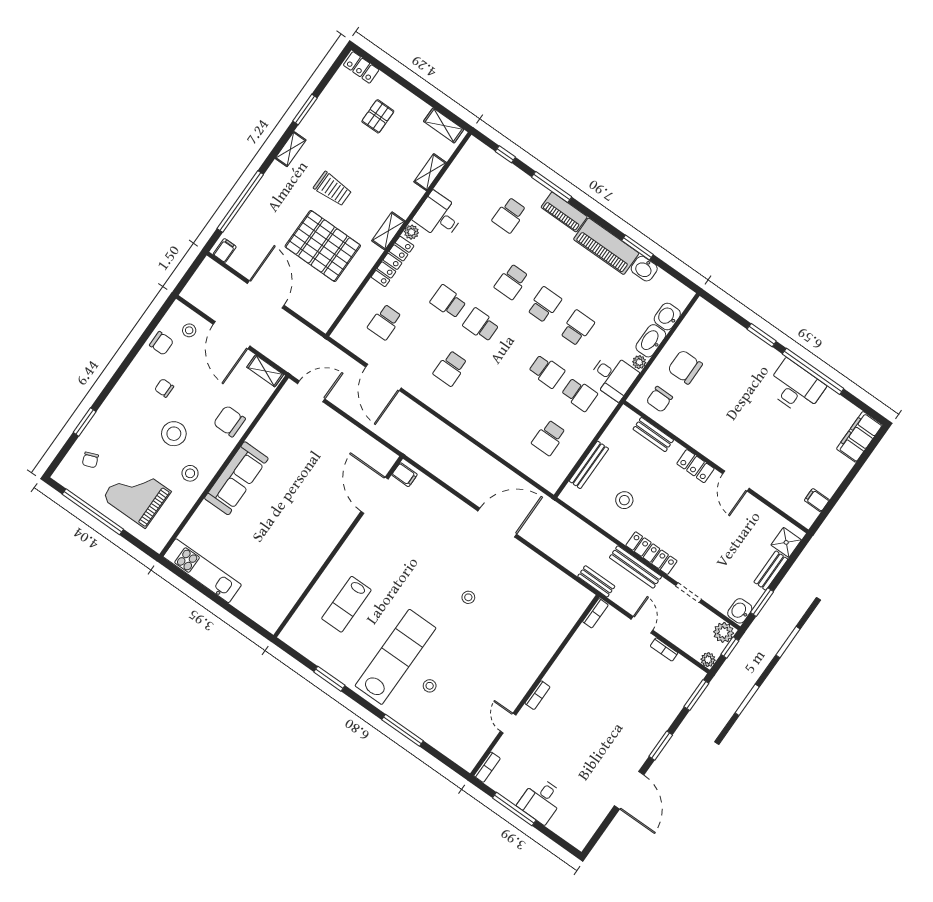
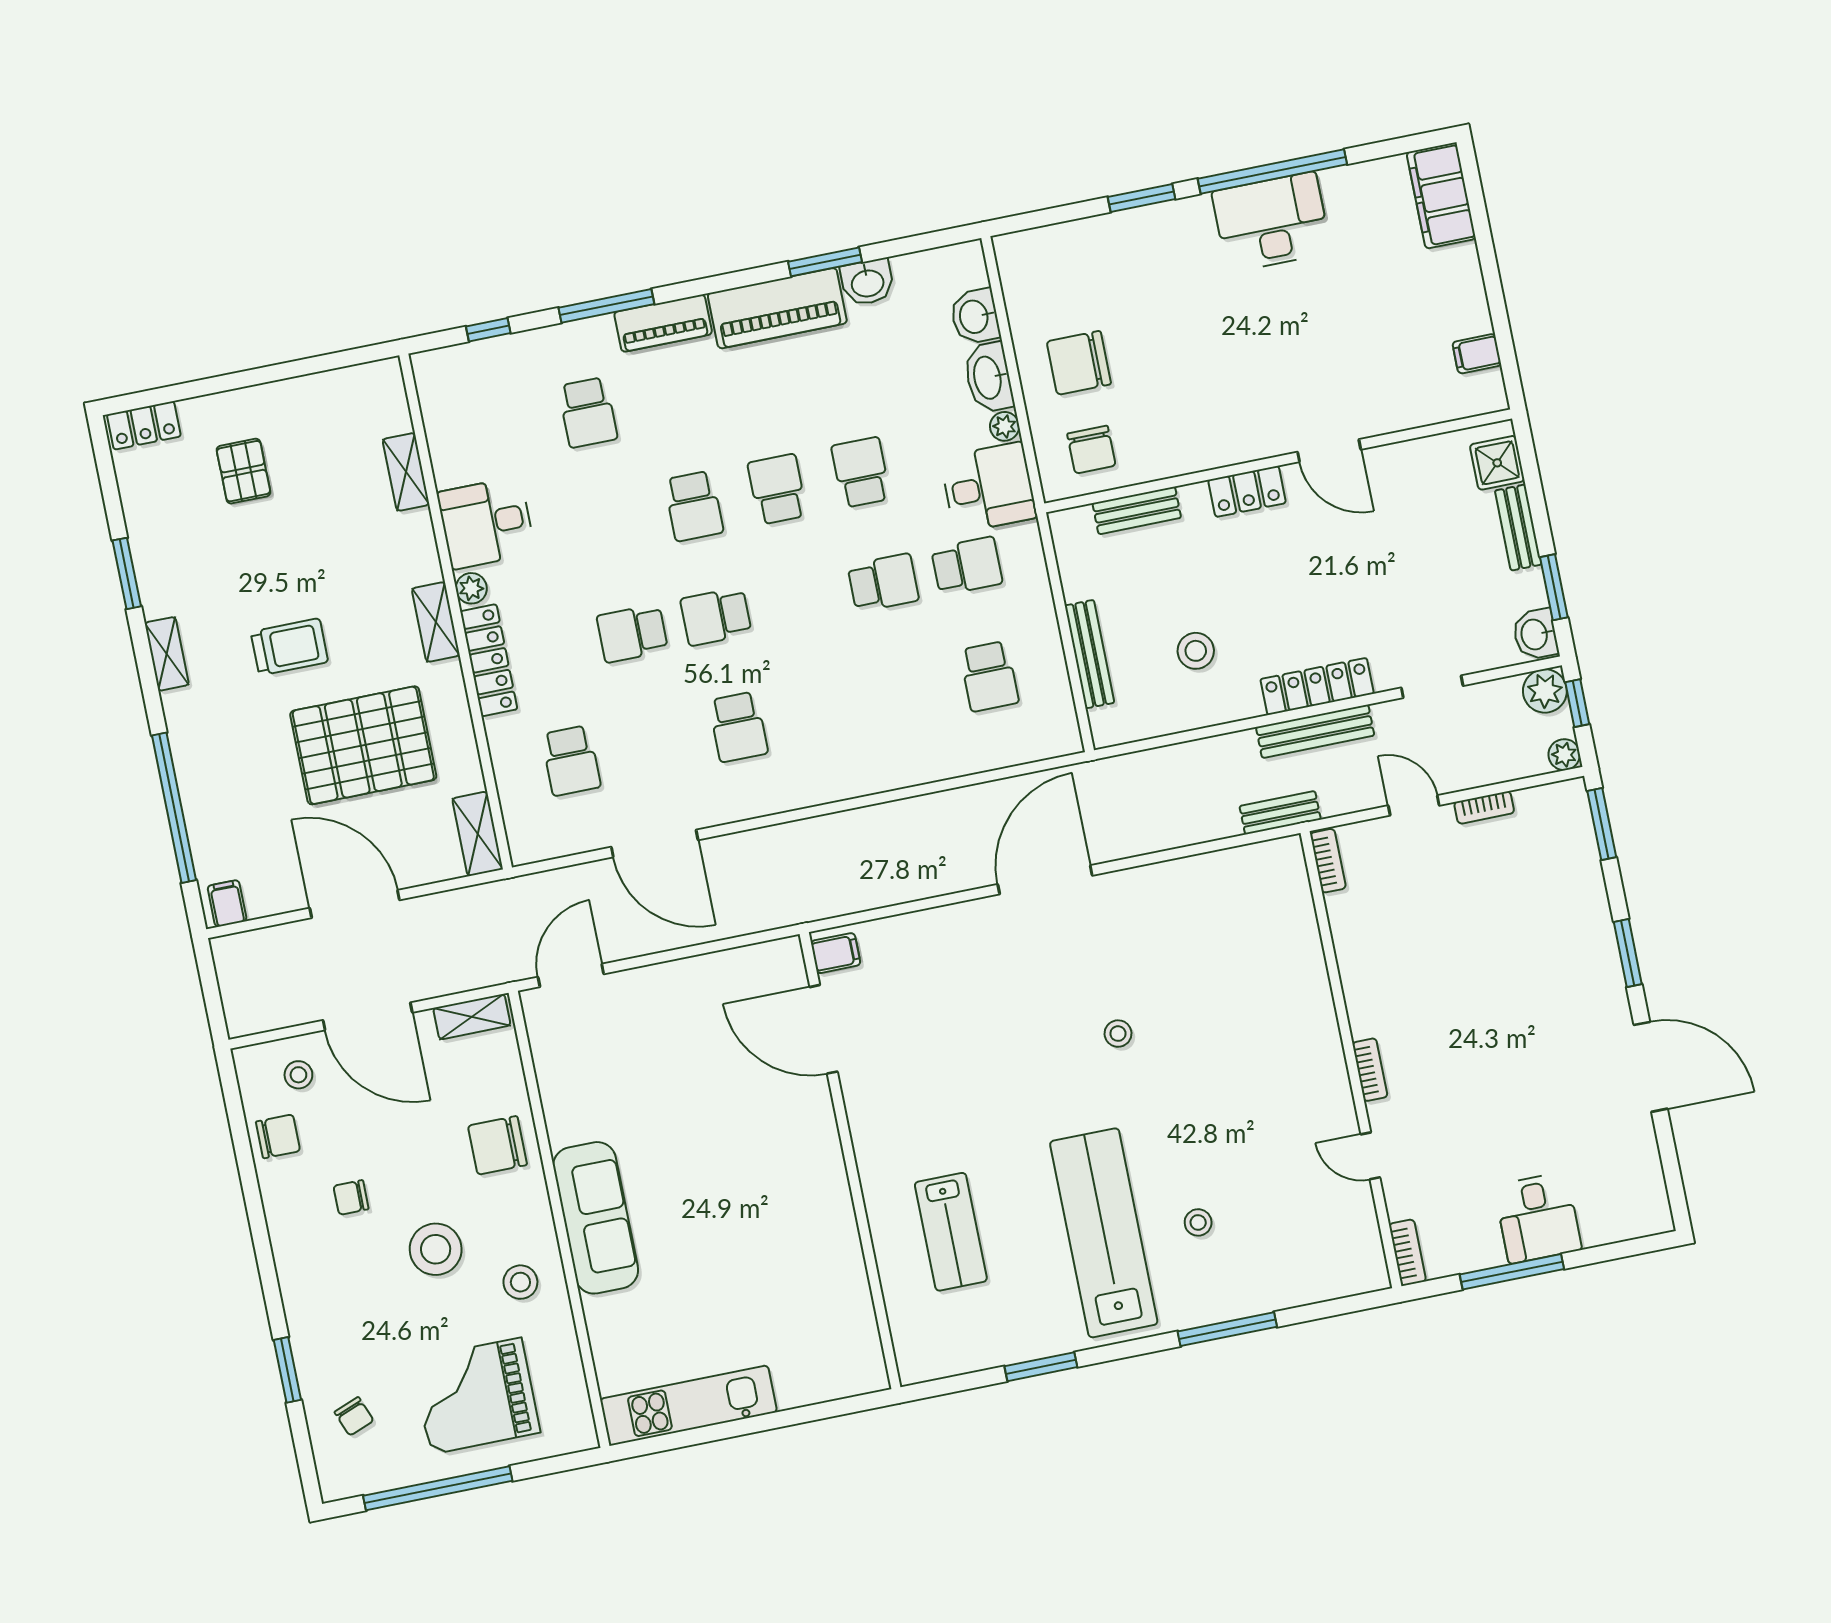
shelving: (444, 125) -> (478, 834), moved, turned 90

